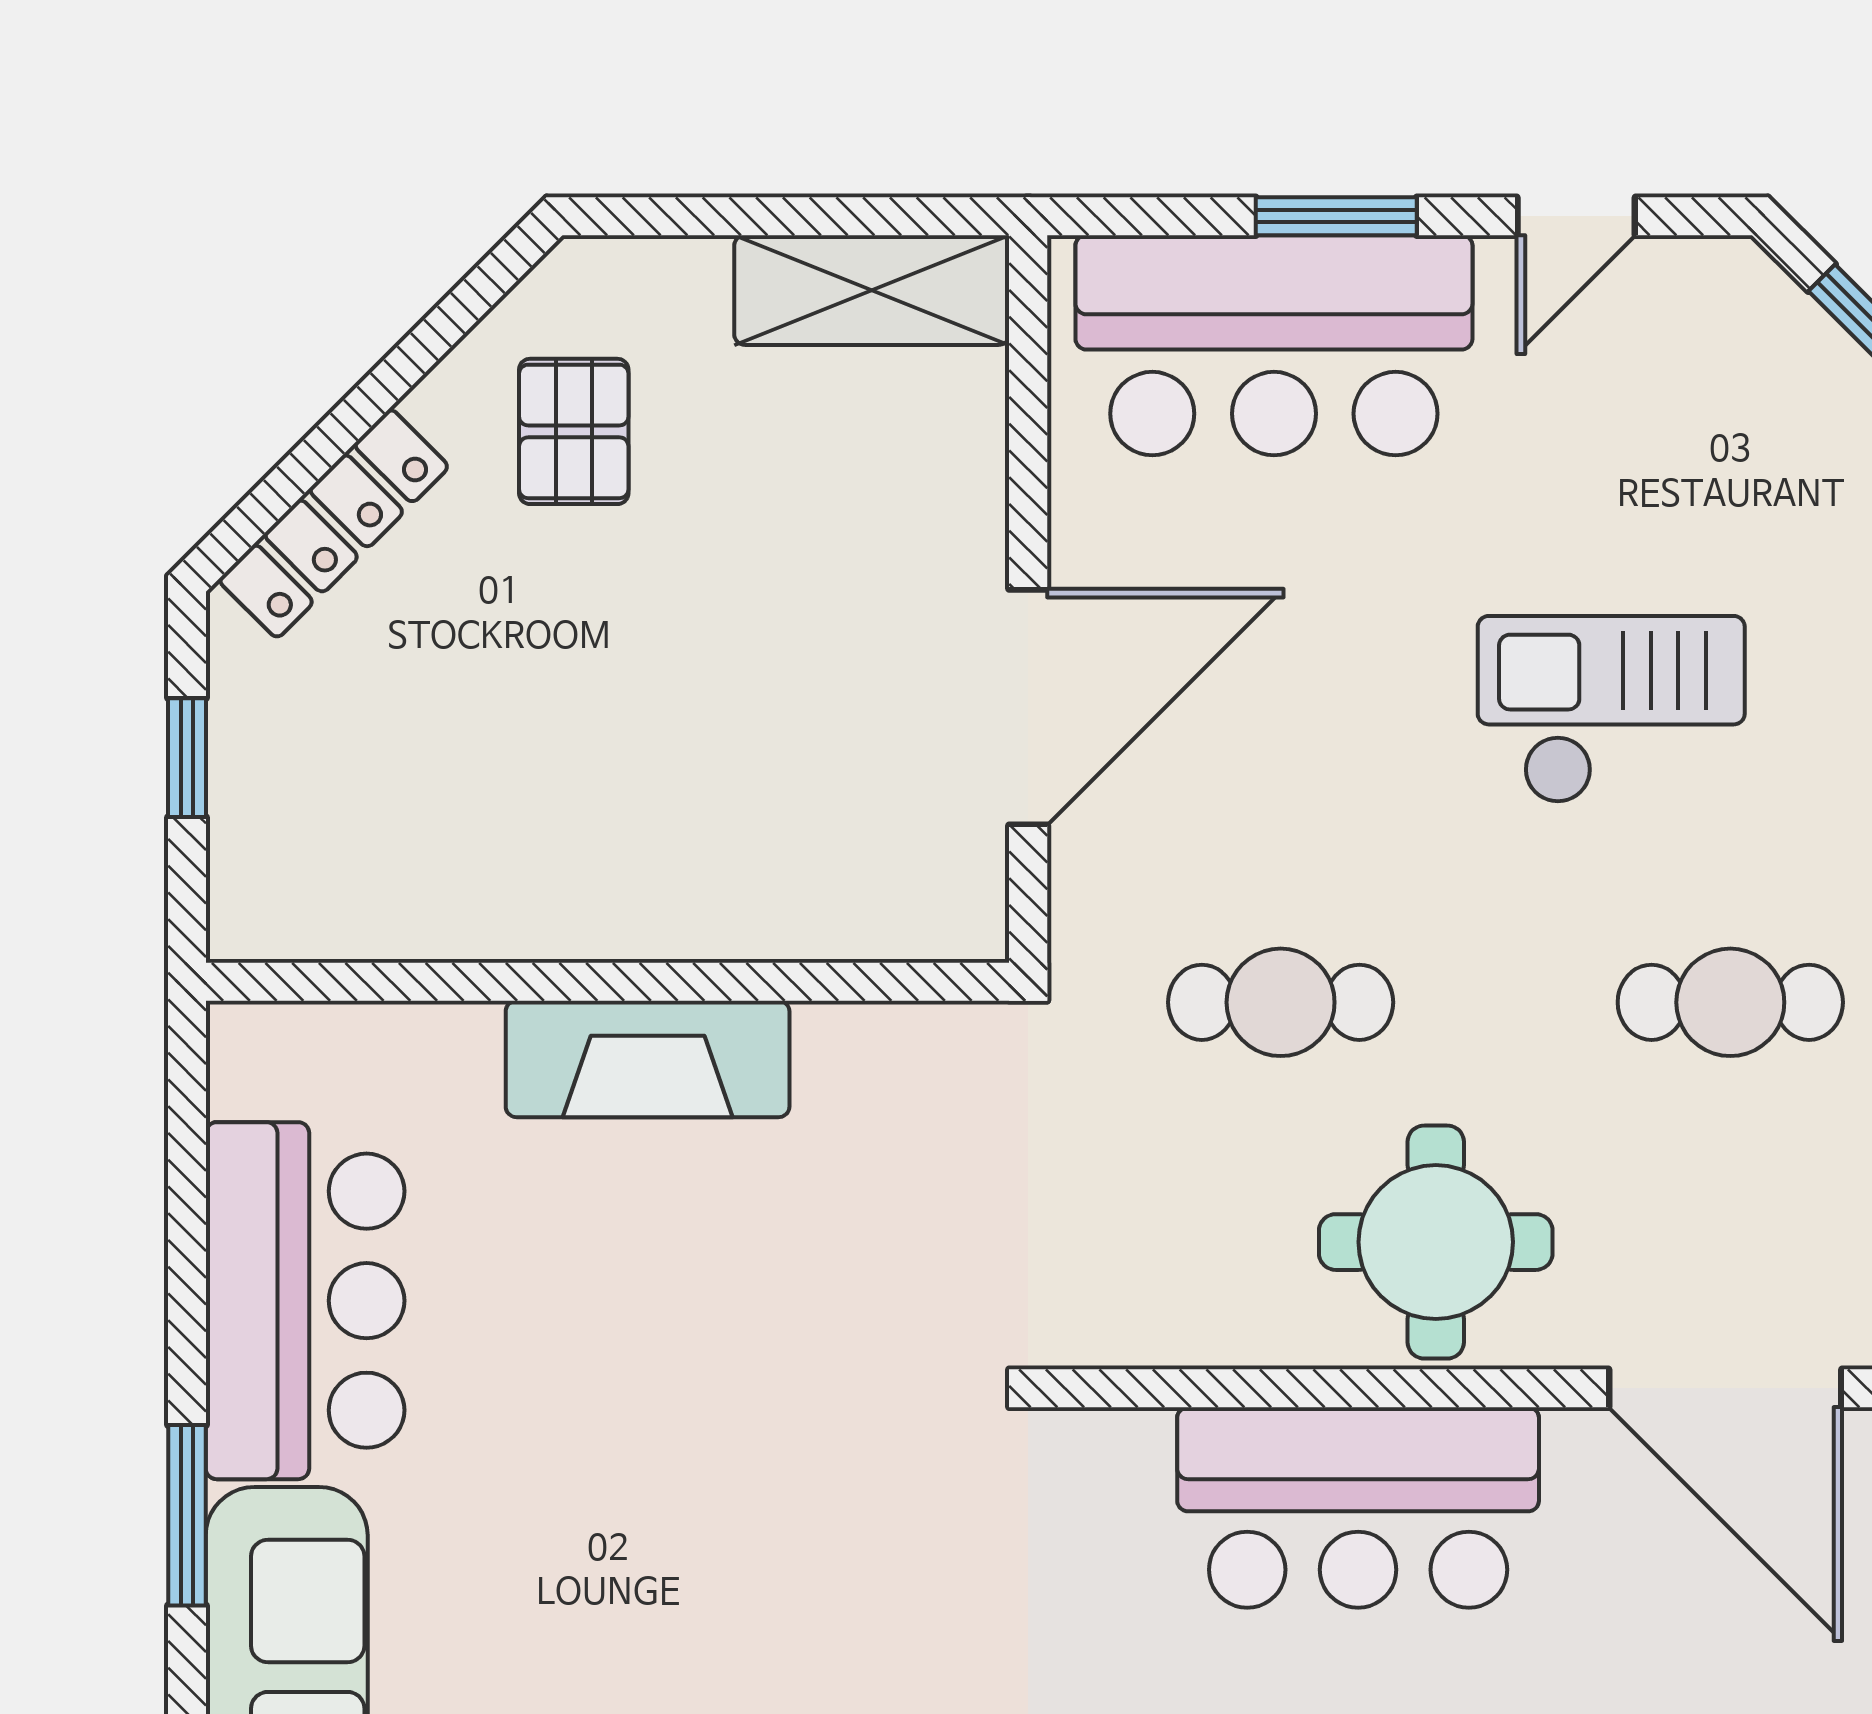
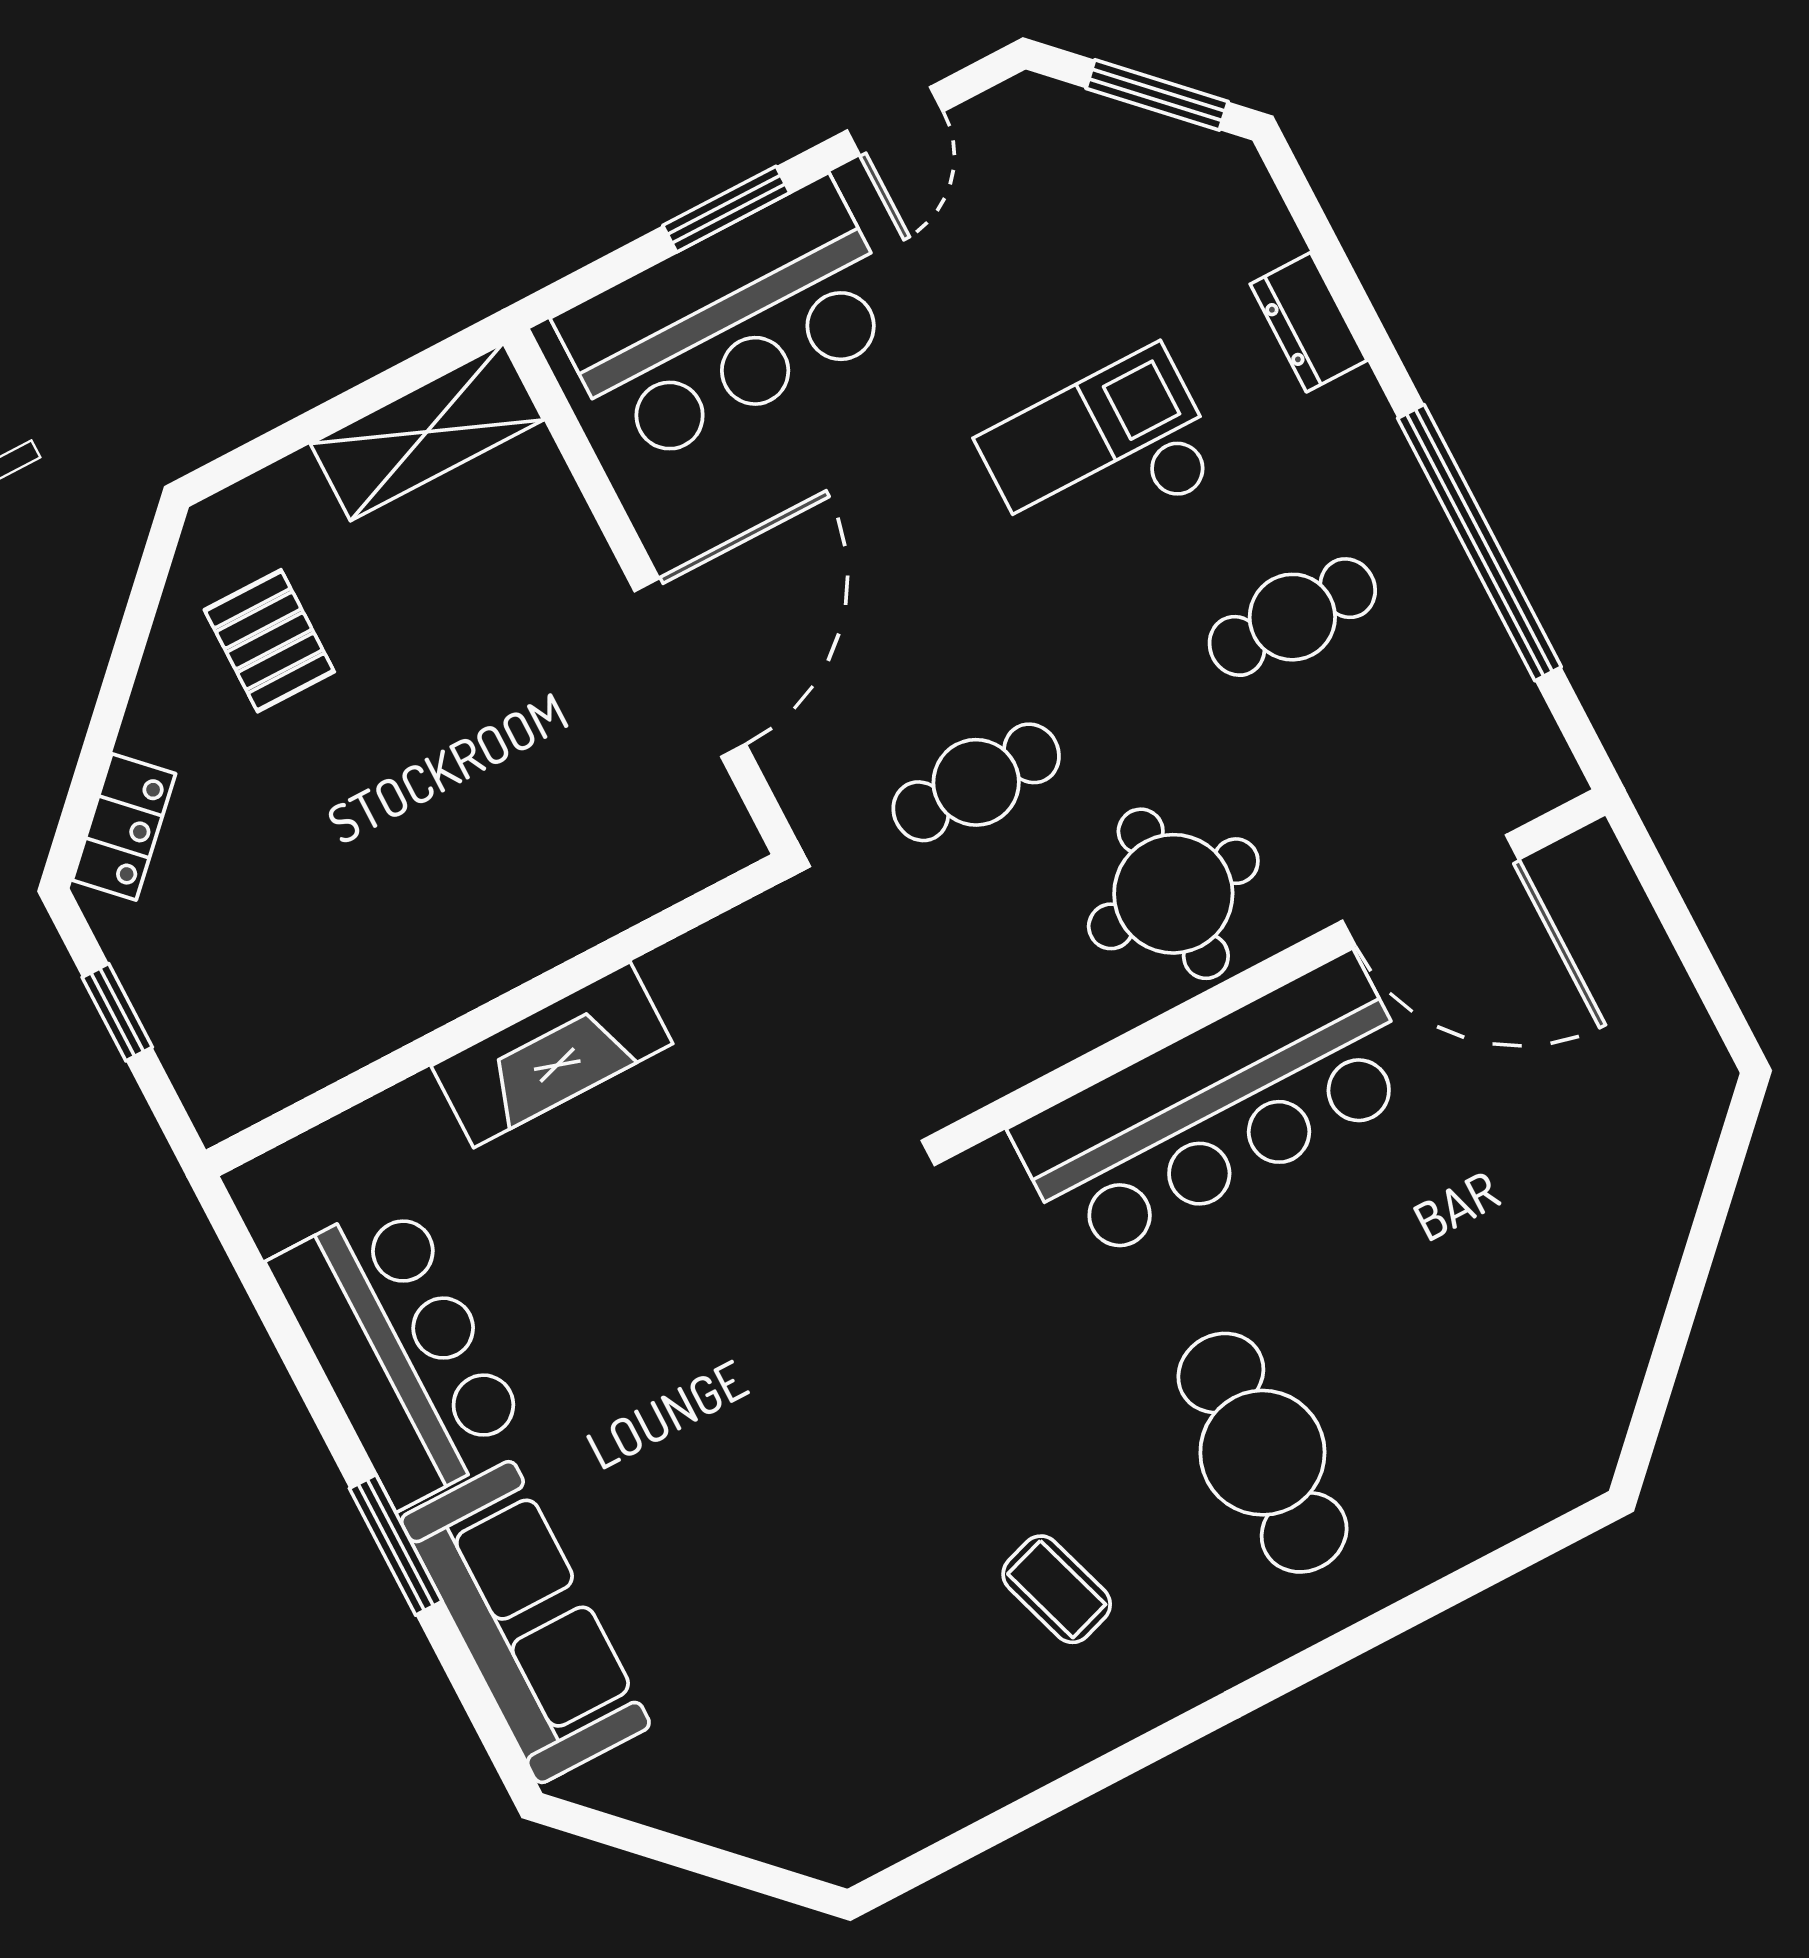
locker: (334, 523) -> (124, 827), width x0.66
bar counter: (1358, 1507) -> (1216, 1109), width x1.36

